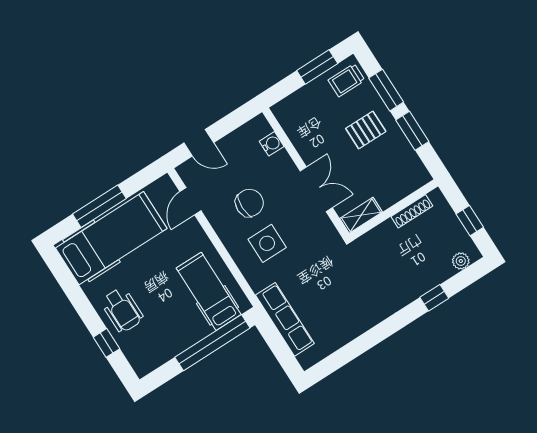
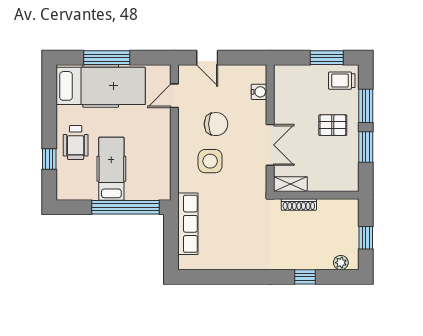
shoe rack: (412, 211) -> (299, 204), moved
hospital bed: (209, 291) -> (111, 169), moved

